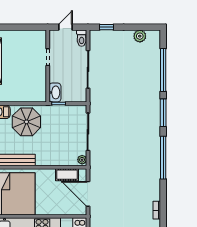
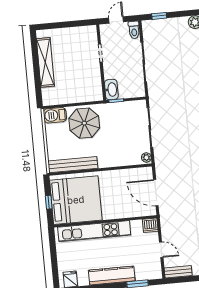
cot: (67, 175) -> (132, 175), removed

